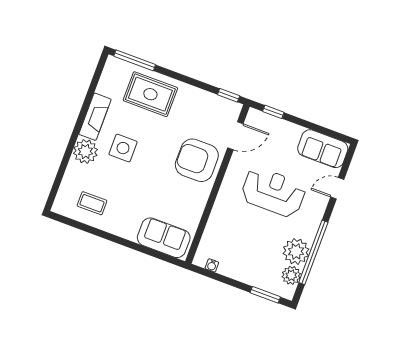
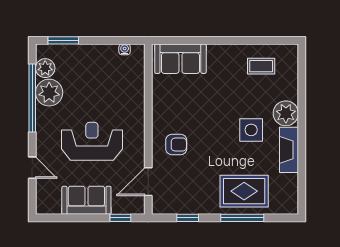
window: (135, 60) -> (242, 218), moved
window: (229, 95) -> (188, 218), moved
sofa: (323, 149) -> (86, 200), moved
armchair: (197, 160) -> (176, 145), width x0.53, depth x0.53
door: (337, 188) -> (32, 168), hinge flipped
reception desk: (273, 192) -> (92, 141), turned 180

